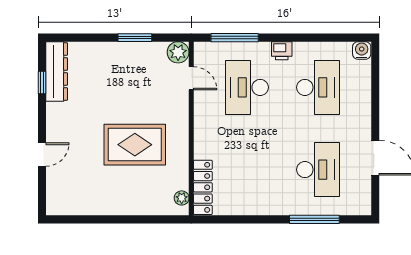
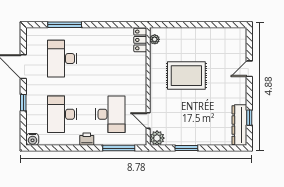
window: (375, 105) -> (23, 103), added
locker: (203, 187) -> (140, 40), width x0.66

